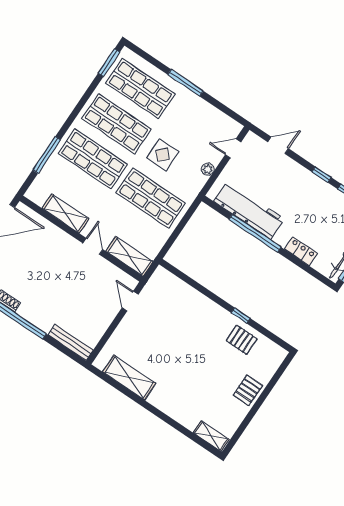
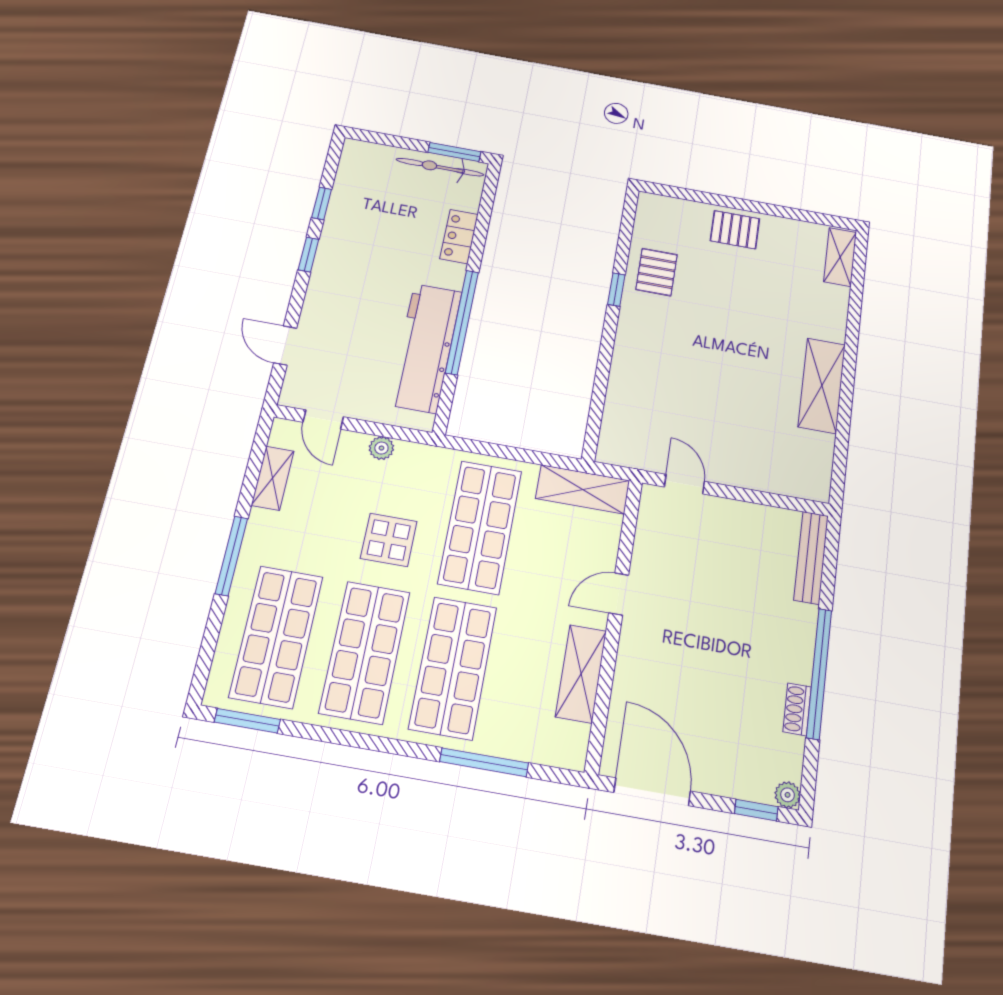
shelving: (214, 115) -> (273, 478), added
shelving: (129, 256) -> (583, 489), moved, turned 90
door: (130, 301) -> (684, 484), swing flipped
shelving: (129, 378) -> (822, 386), moved

